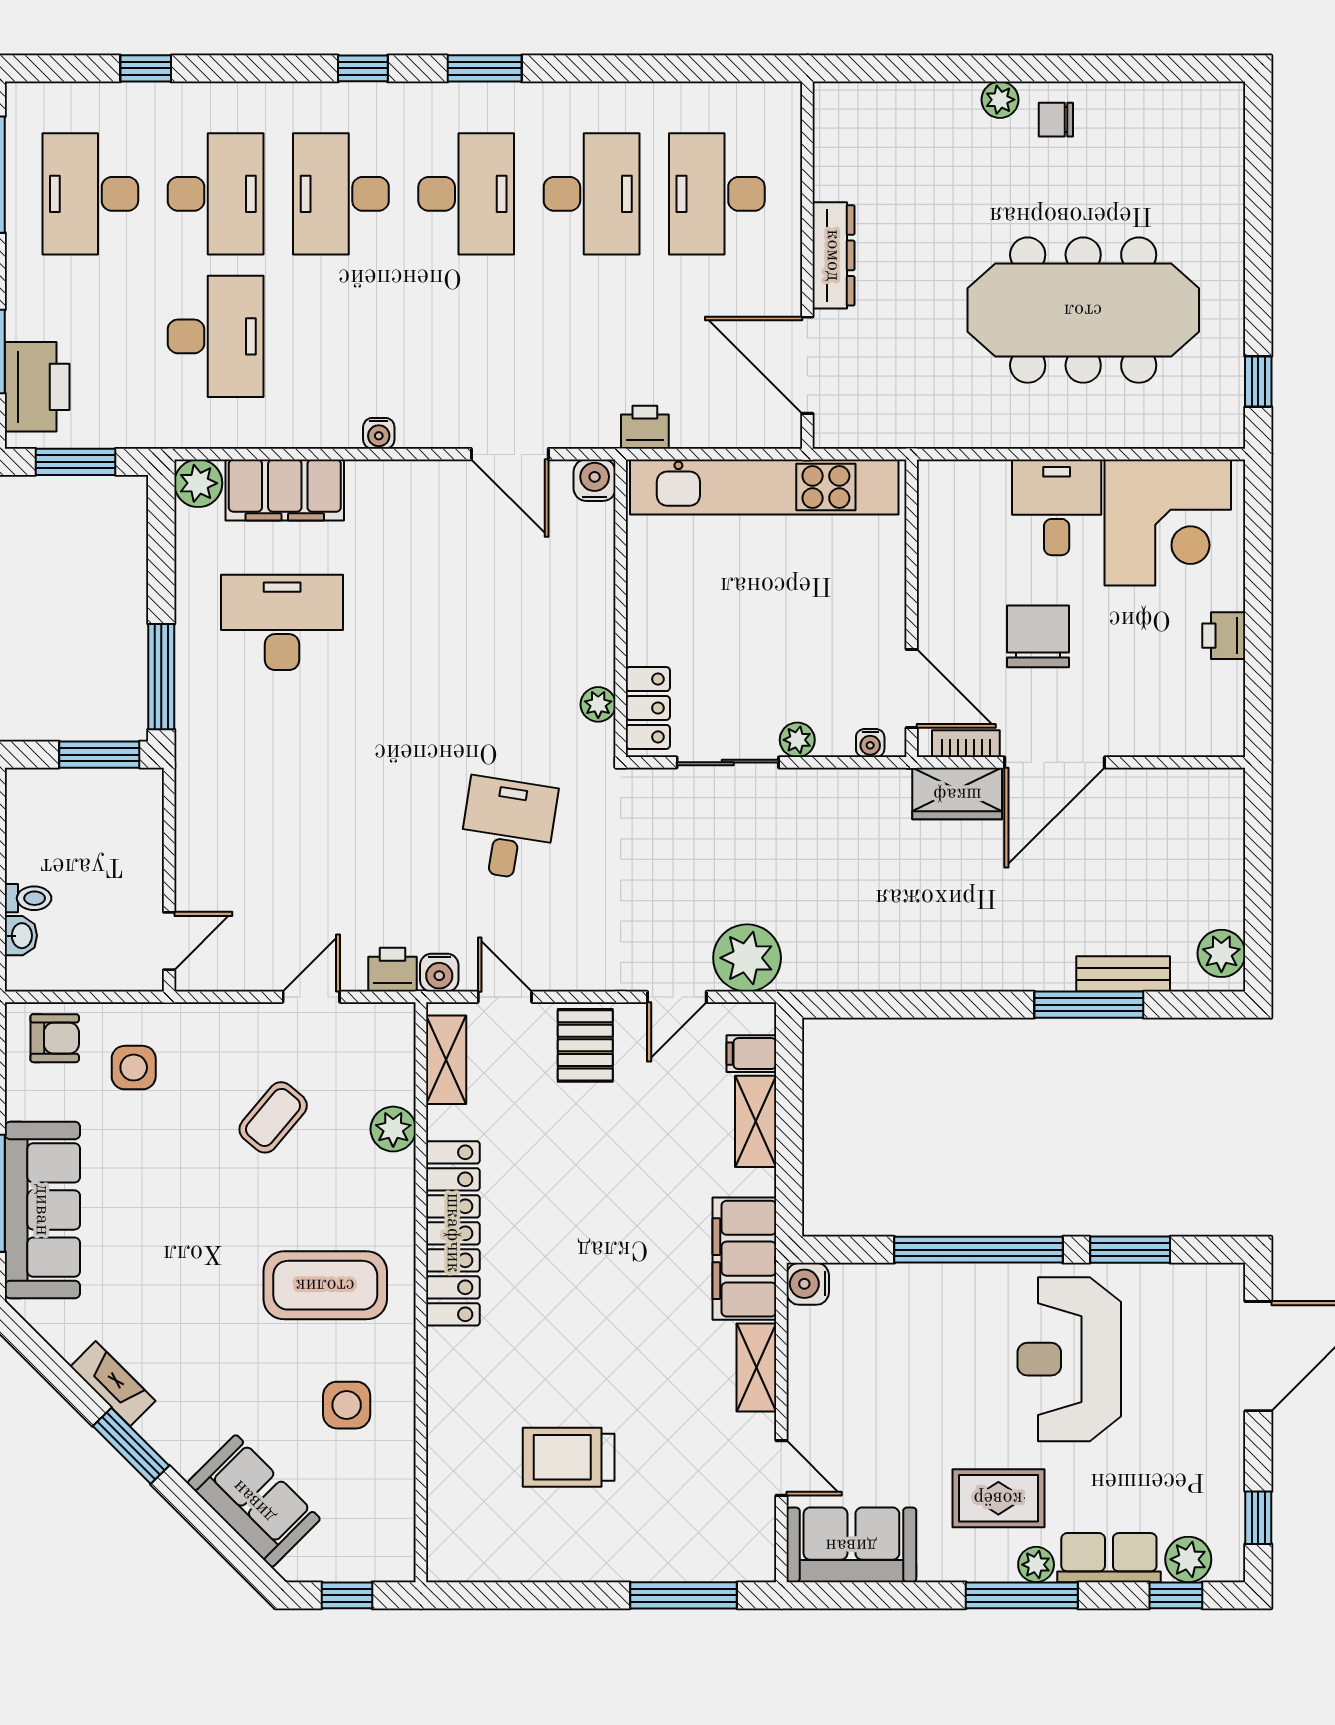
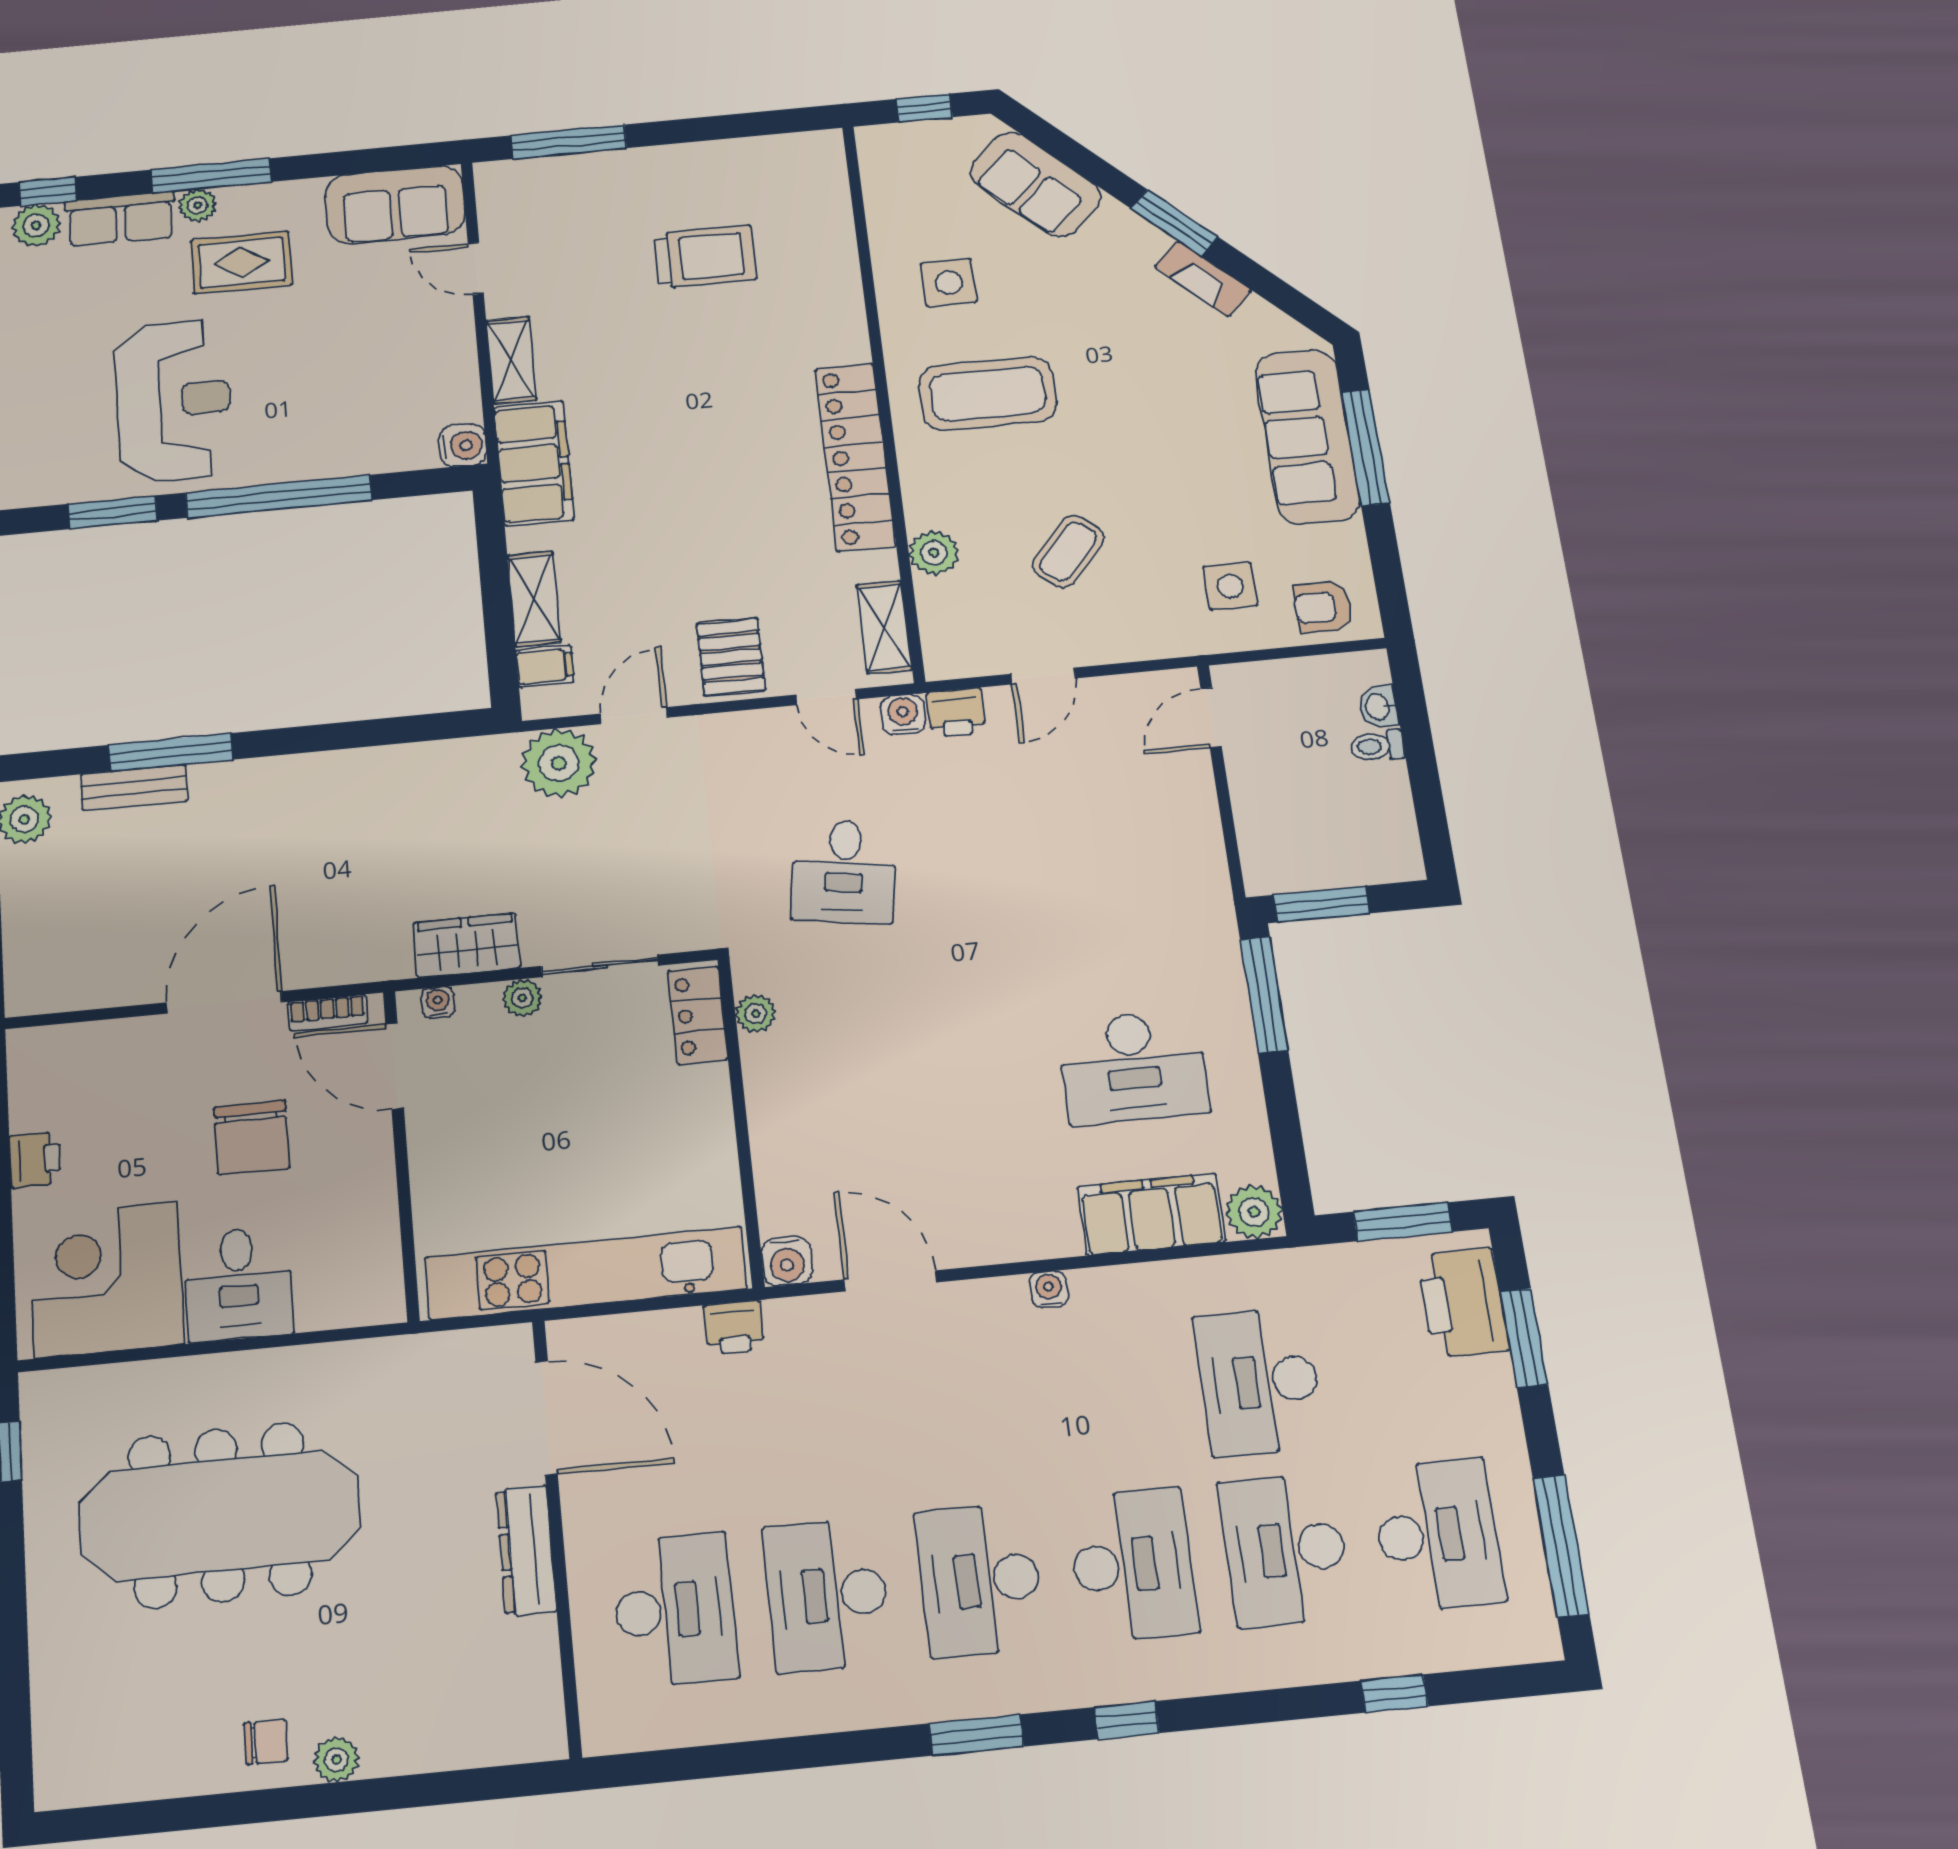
wardrobe: (957, 794) -> (467, 945), moved

